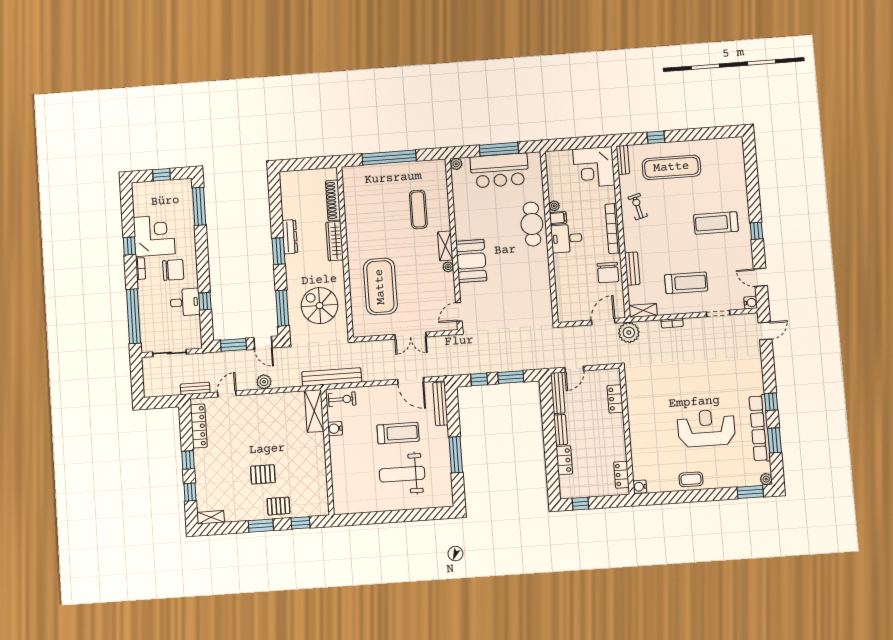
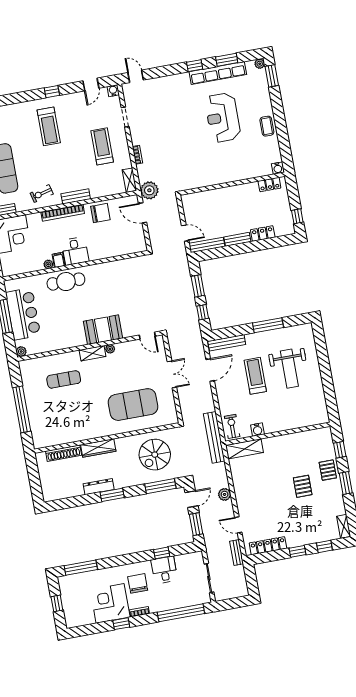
bench: (632, 269) -> (76, 196), moved
locker: (615, 399) -> (207, 196), removed

